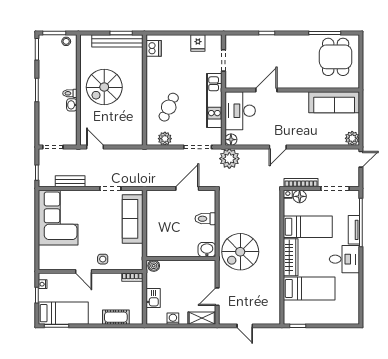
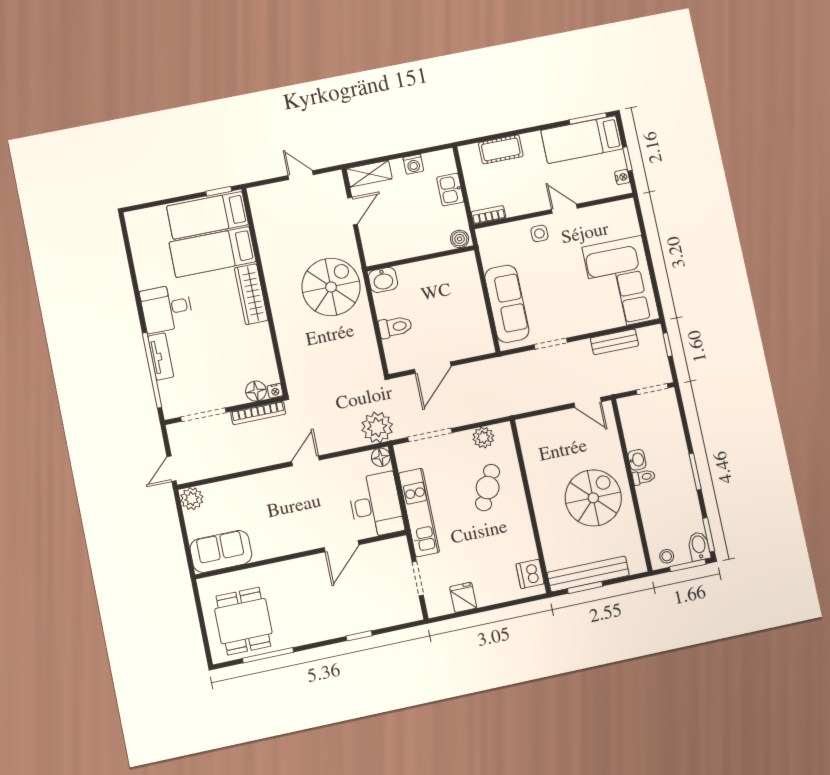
bidet: (45, 43) -> (699, 546), added
sofa: (334, 102) -> (221, 551), width x0.73
bed: (308, 227) -> (208, 215), moved

